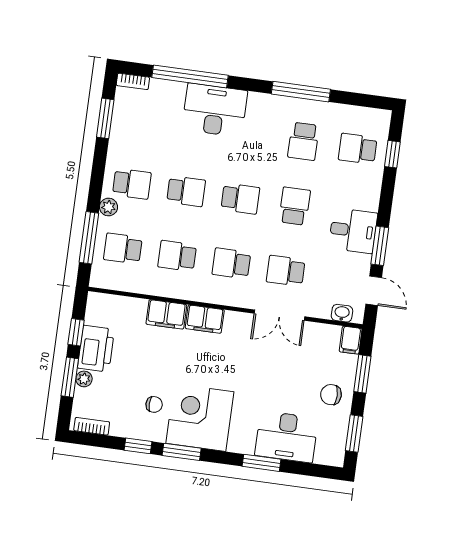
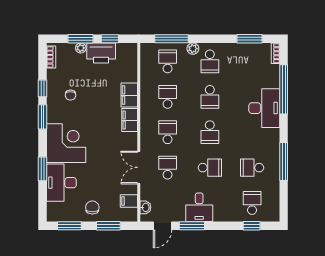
filing cabinet: (351, 340) -> (129, 201), moved
corner desk: (200, 418) -> (66, 143), moved

